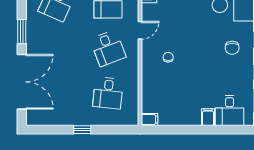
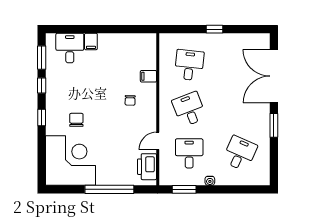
door: (140, 30) -> (158, 141), moved
chair: (232, 48) -> (76, 120), moved
filing cabinet: (149, 119) -> (148, 76), moved

